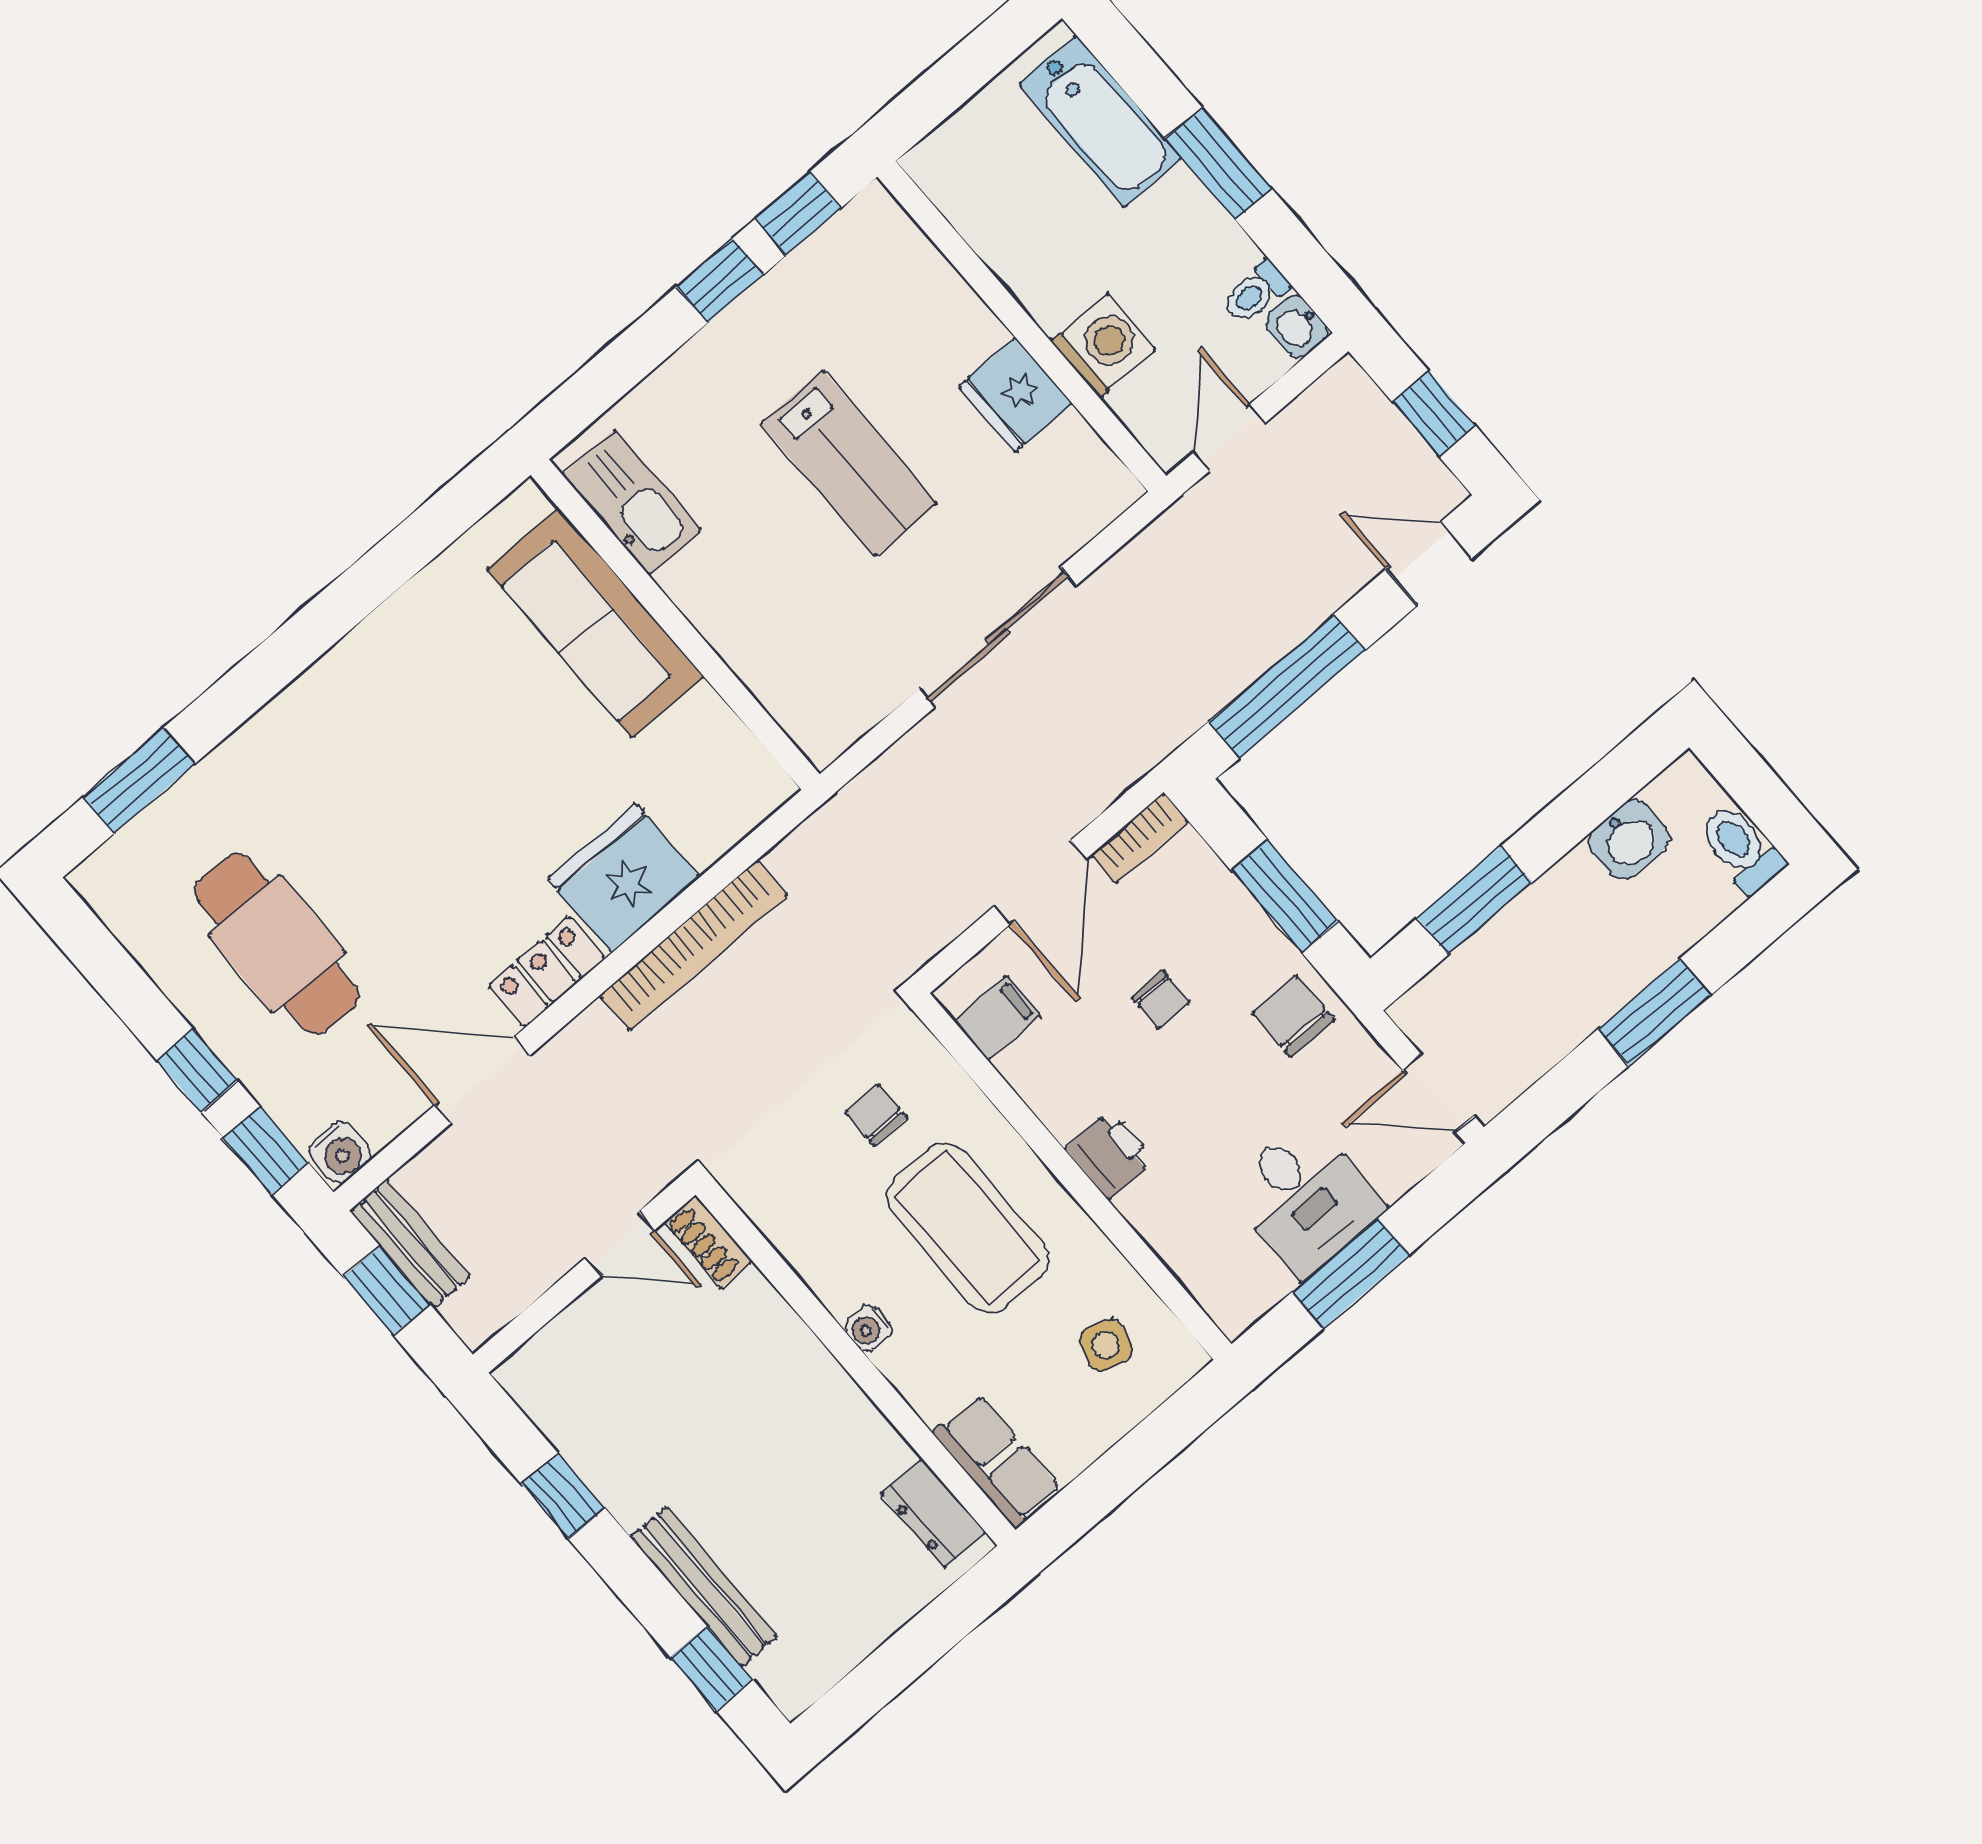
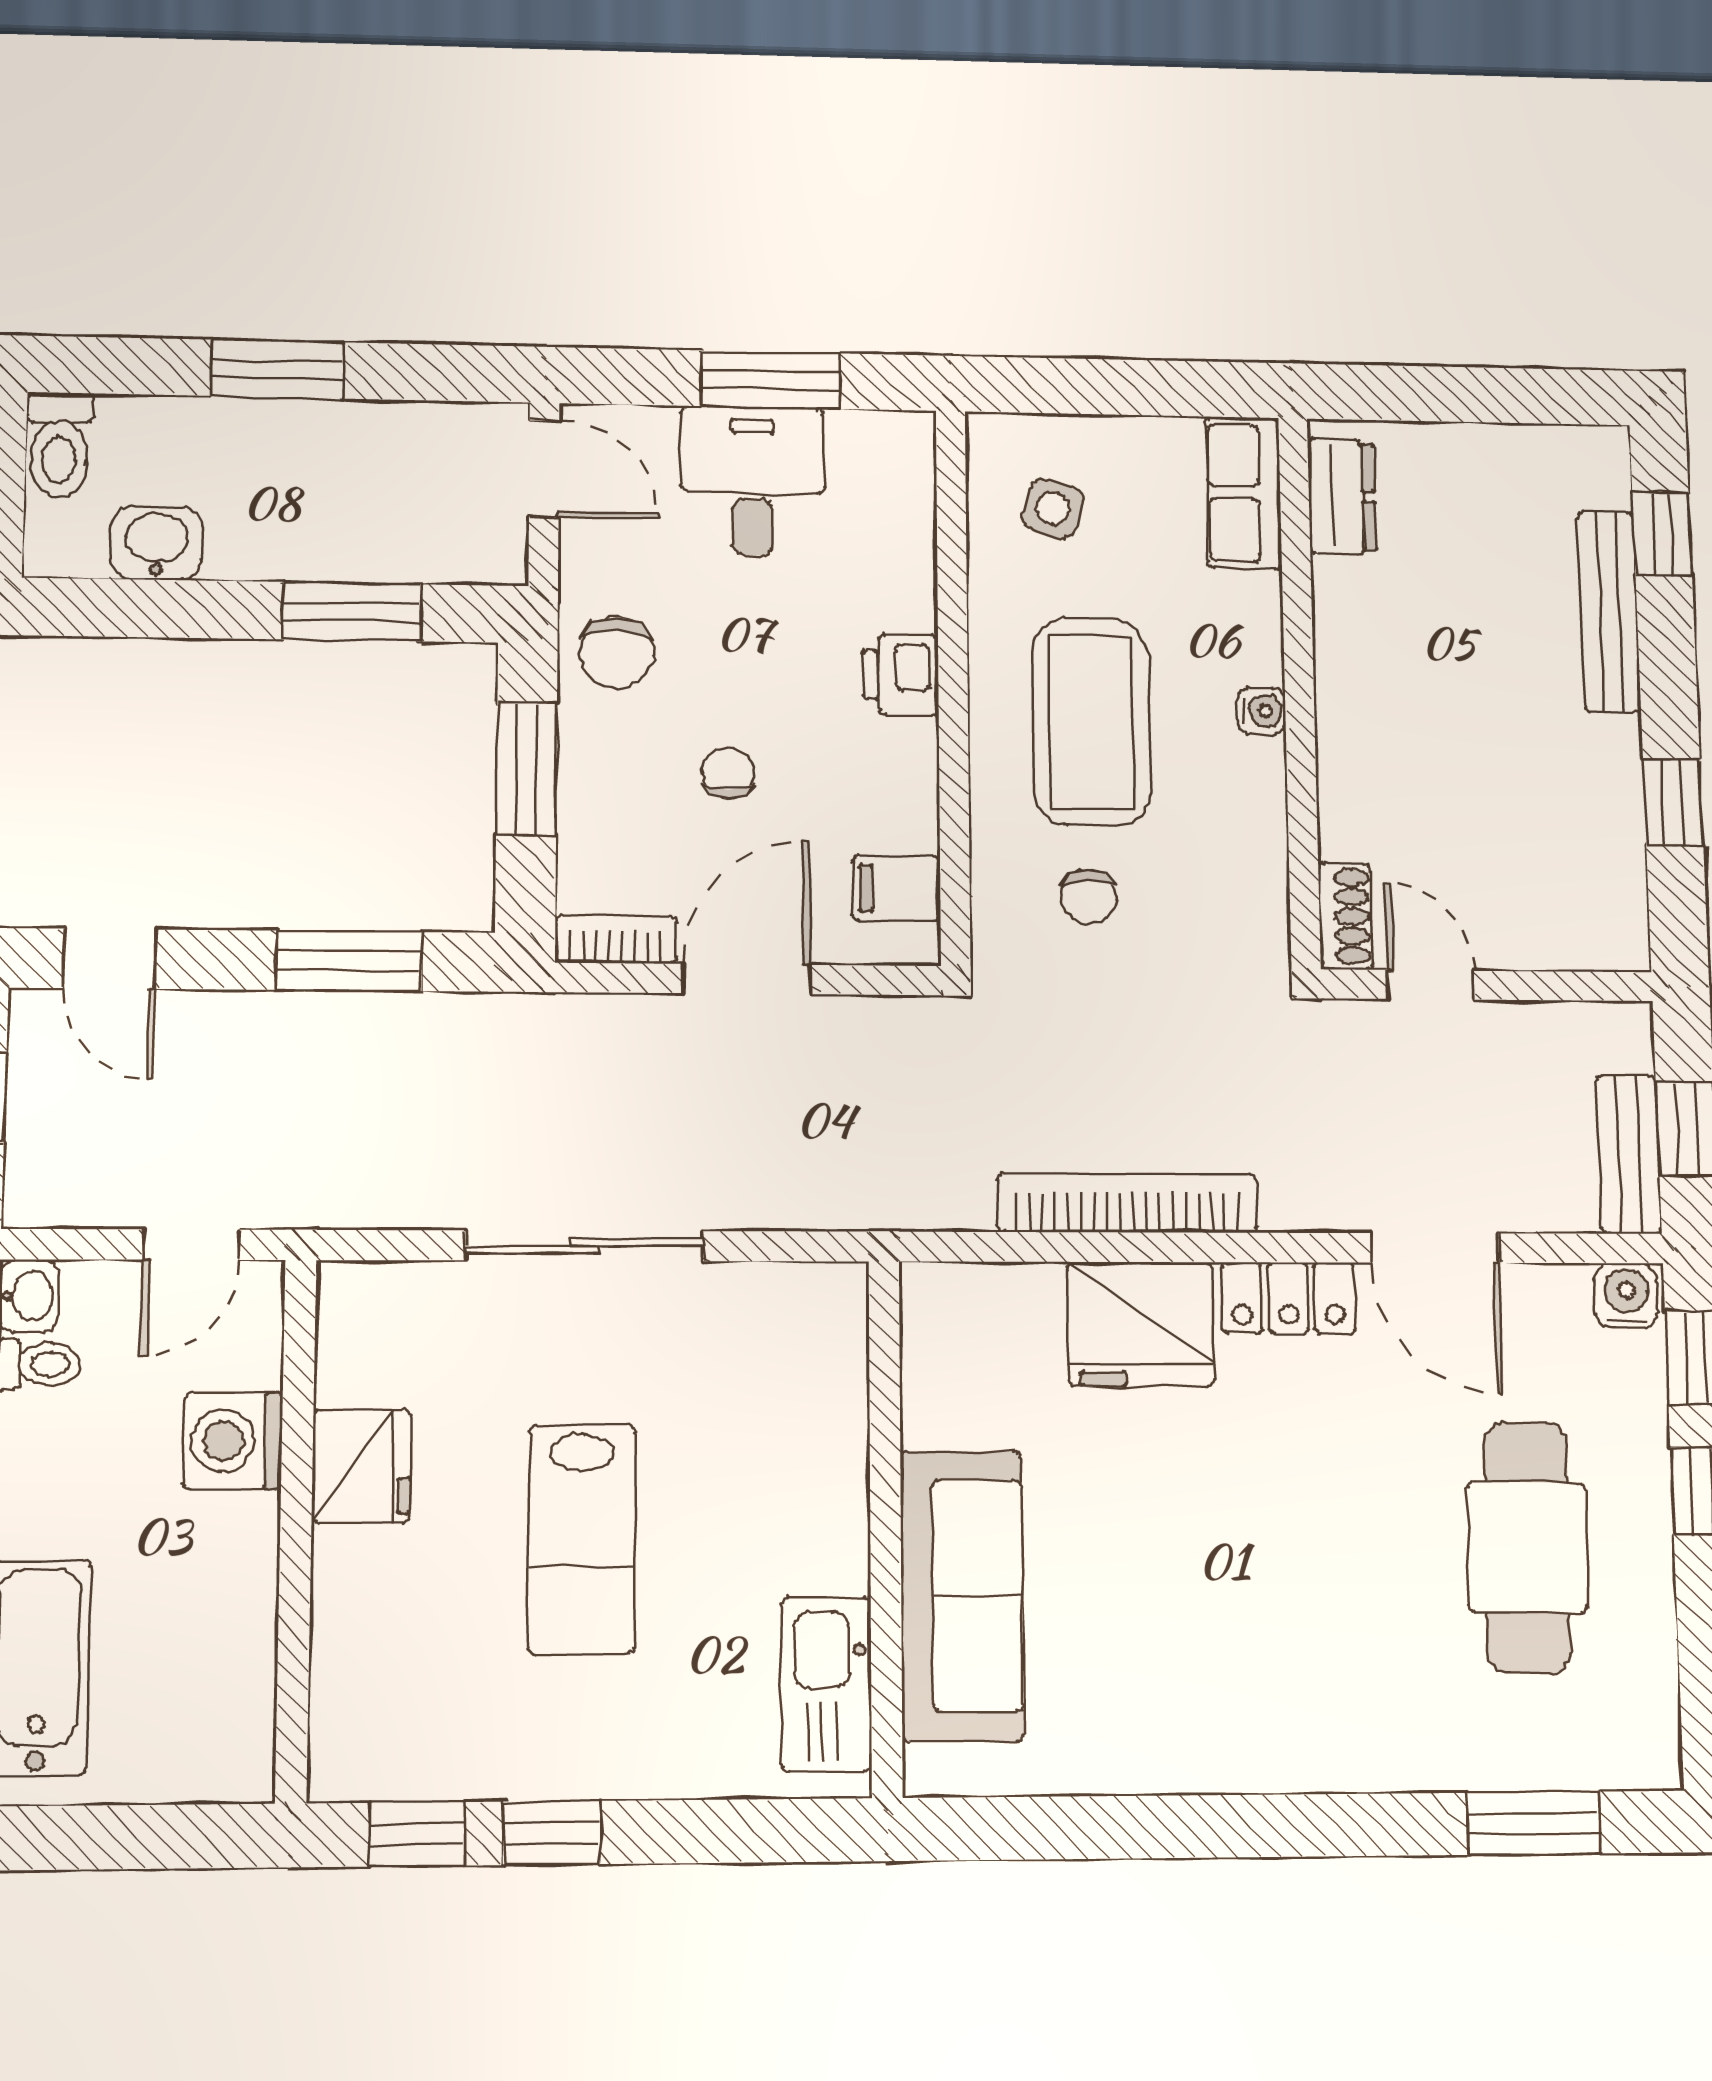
lab bench: (849, 463) -> (582, 1539), turned 180
window: (1287, 686) -> (349, 961), width x0.69

